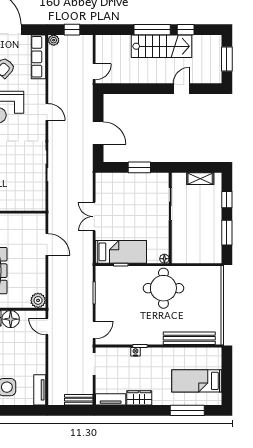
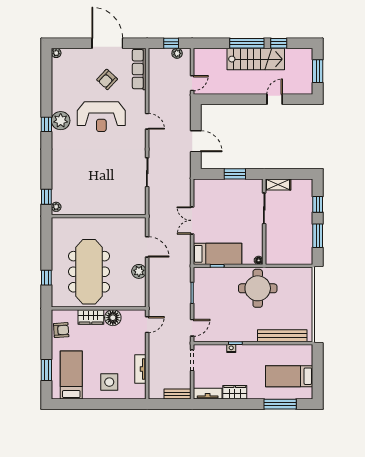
plant: (54, 40) -> (177, 53), moved
shelving: (200, 179) -> (278, 185), moved
plant: (38, 300) -> (139, 271), moved
door: (47, 327) -> (147, 325), swing flipped
tv unit: (40, 390) -> (140, 369), moved

